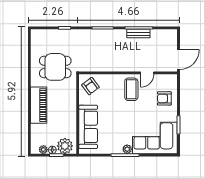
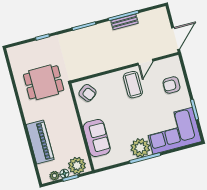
piano: (39, 105) -> (40, 142), moved
sofa: (88, 127) -> (97, 138), width x0.73
plant: (127, 149) -> (140, 148), width x1.87, depth x1.87

